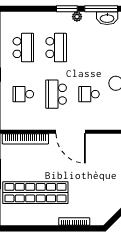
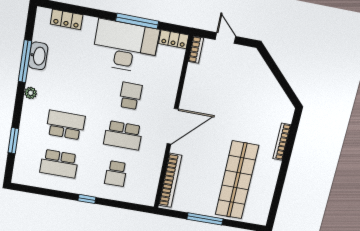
window: (67, 9) -> (13, 141), moved
school desk: (23, 48) -> (59, 164), turned 180
school desk: (89, 94) -> (130, 96), turned 180

